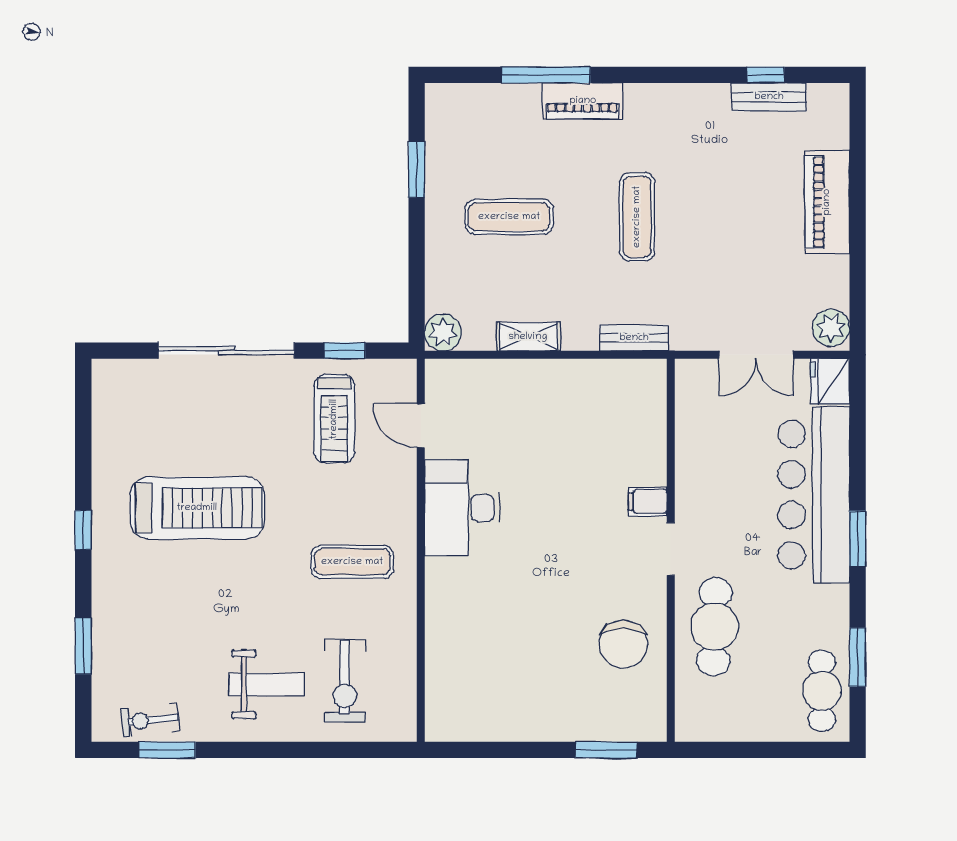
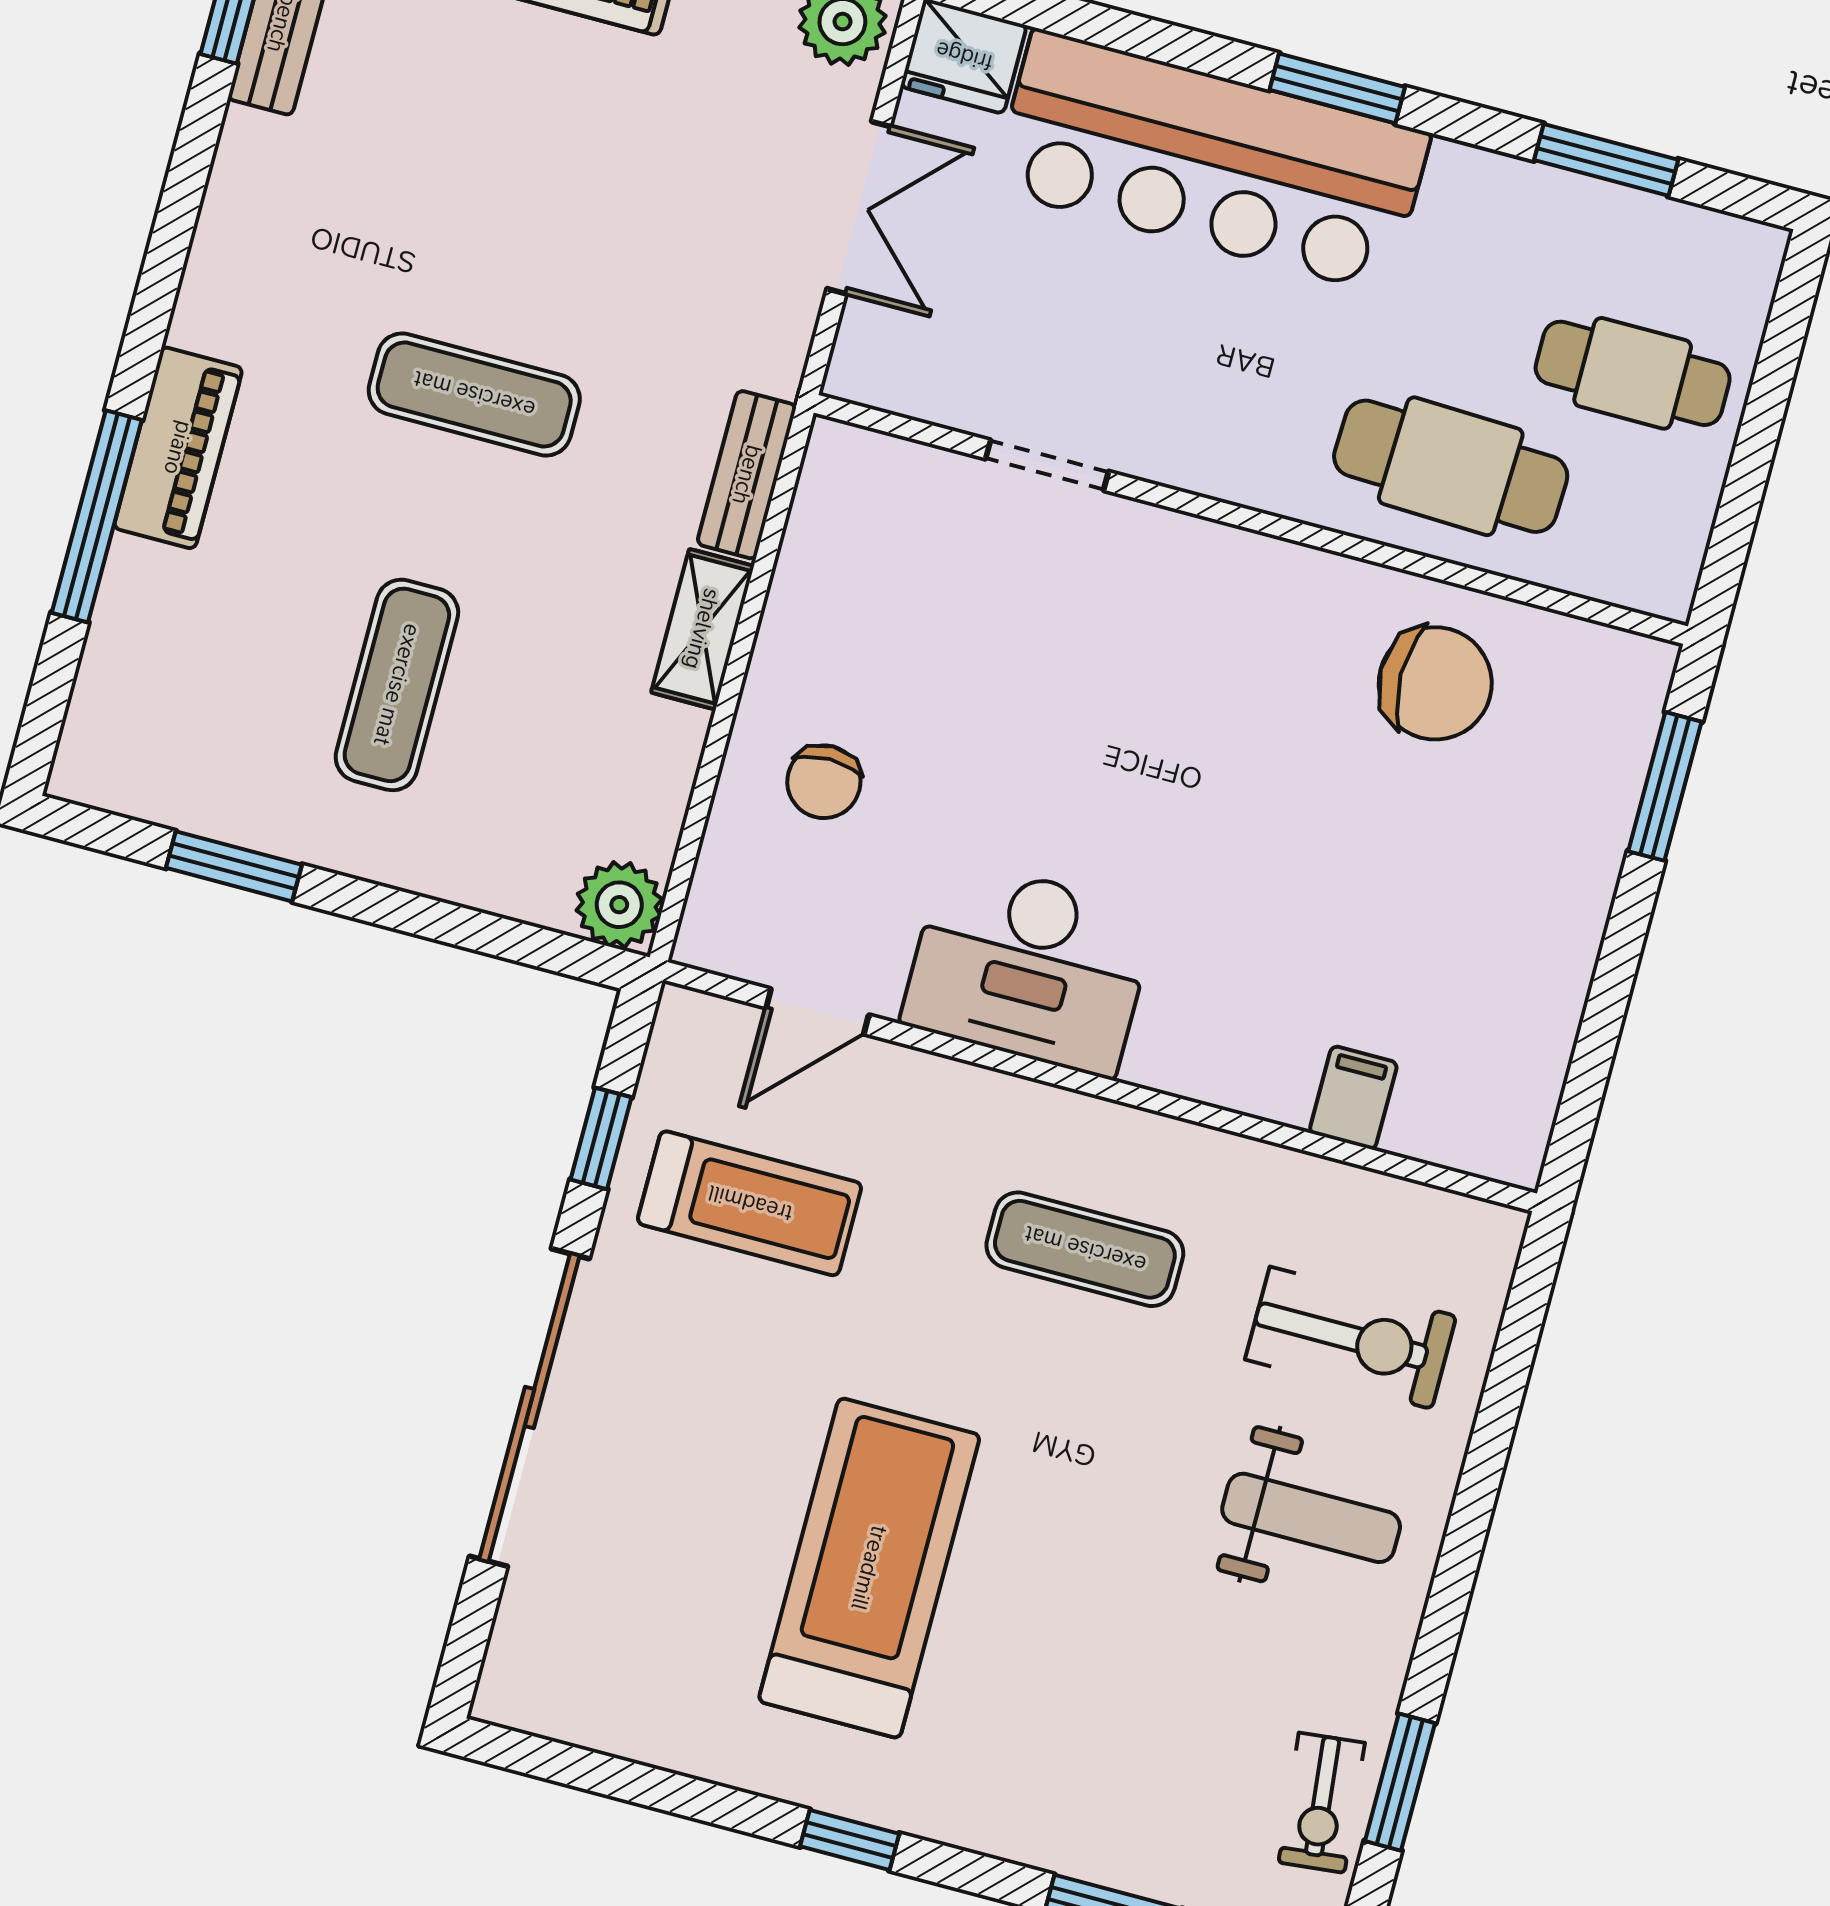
shelving: (528, 337) -> (702, 629), moved
chair: (516, 403) -> (824, 782), added
filing cabinet: (648, 502) -> (1353, 1098), moved, turned 180
doorway: (671, 549) -> (1047, 465), moved
exercise mat: (352, 562) -> (1085, 1249), turned 90
weight bench: (266, 684) -> (1311, 1518), turned 90
cafe table: (822, 691) -> (1633, 373), moved

